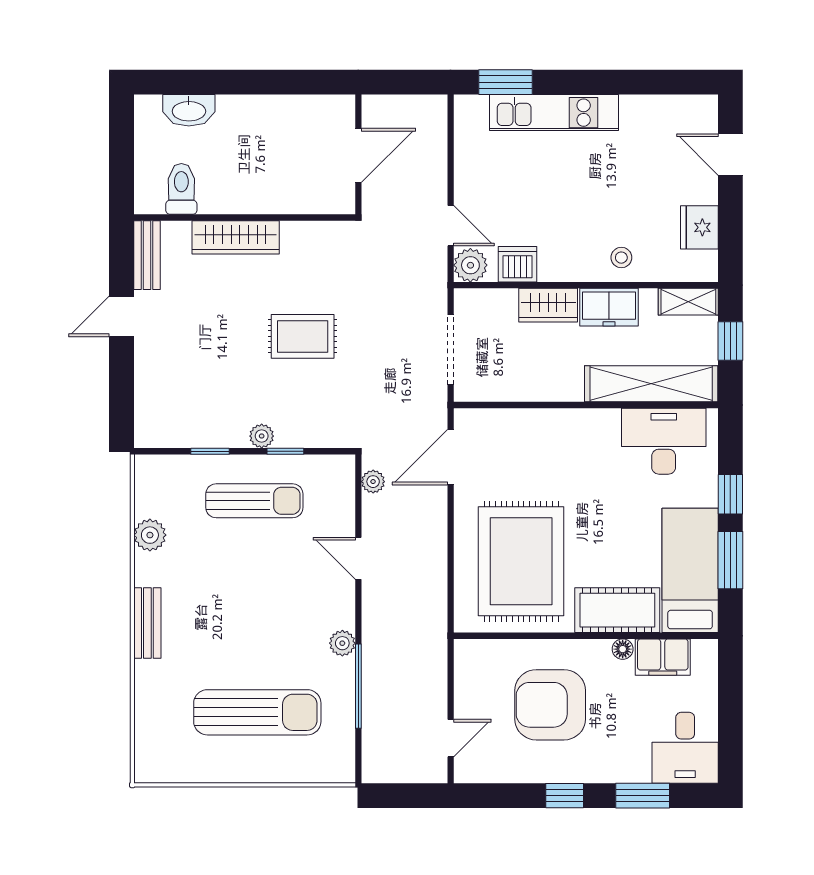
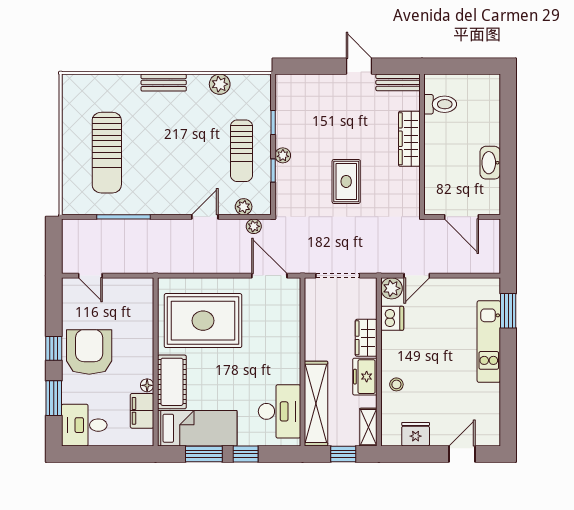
washbasin: (189, 110) -> (490, 163), moved
plant: (342, 643) -> (244, 207), moved
armchair: (550, 705) -> (89, 352), moved

